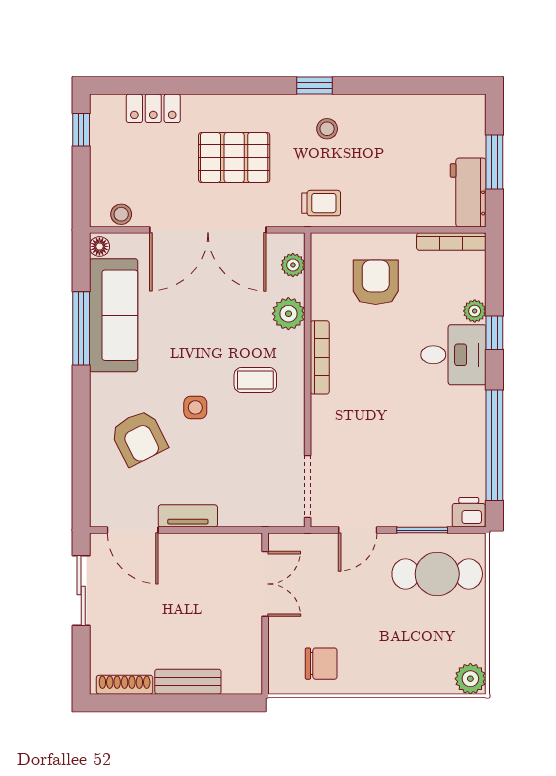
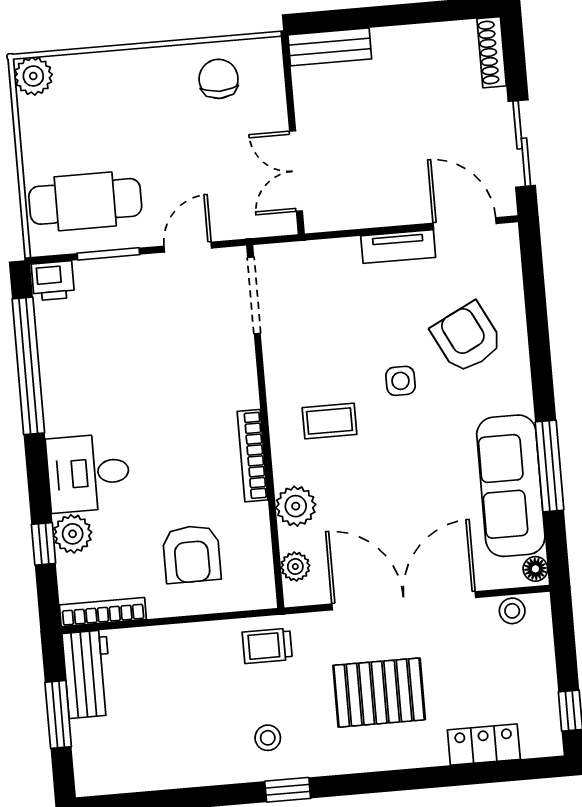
plant: (475, 311) -> (73, 534), width x1.38, depth x1.38
window: (494, 333) -> (44, 544), moved
chair: (321, 664) -> (219, 79), turned 90
bench: (188, 682) -> (330, 47), moved
shoe rack: (125, 685) -> (492, 52), moved, turned 90

